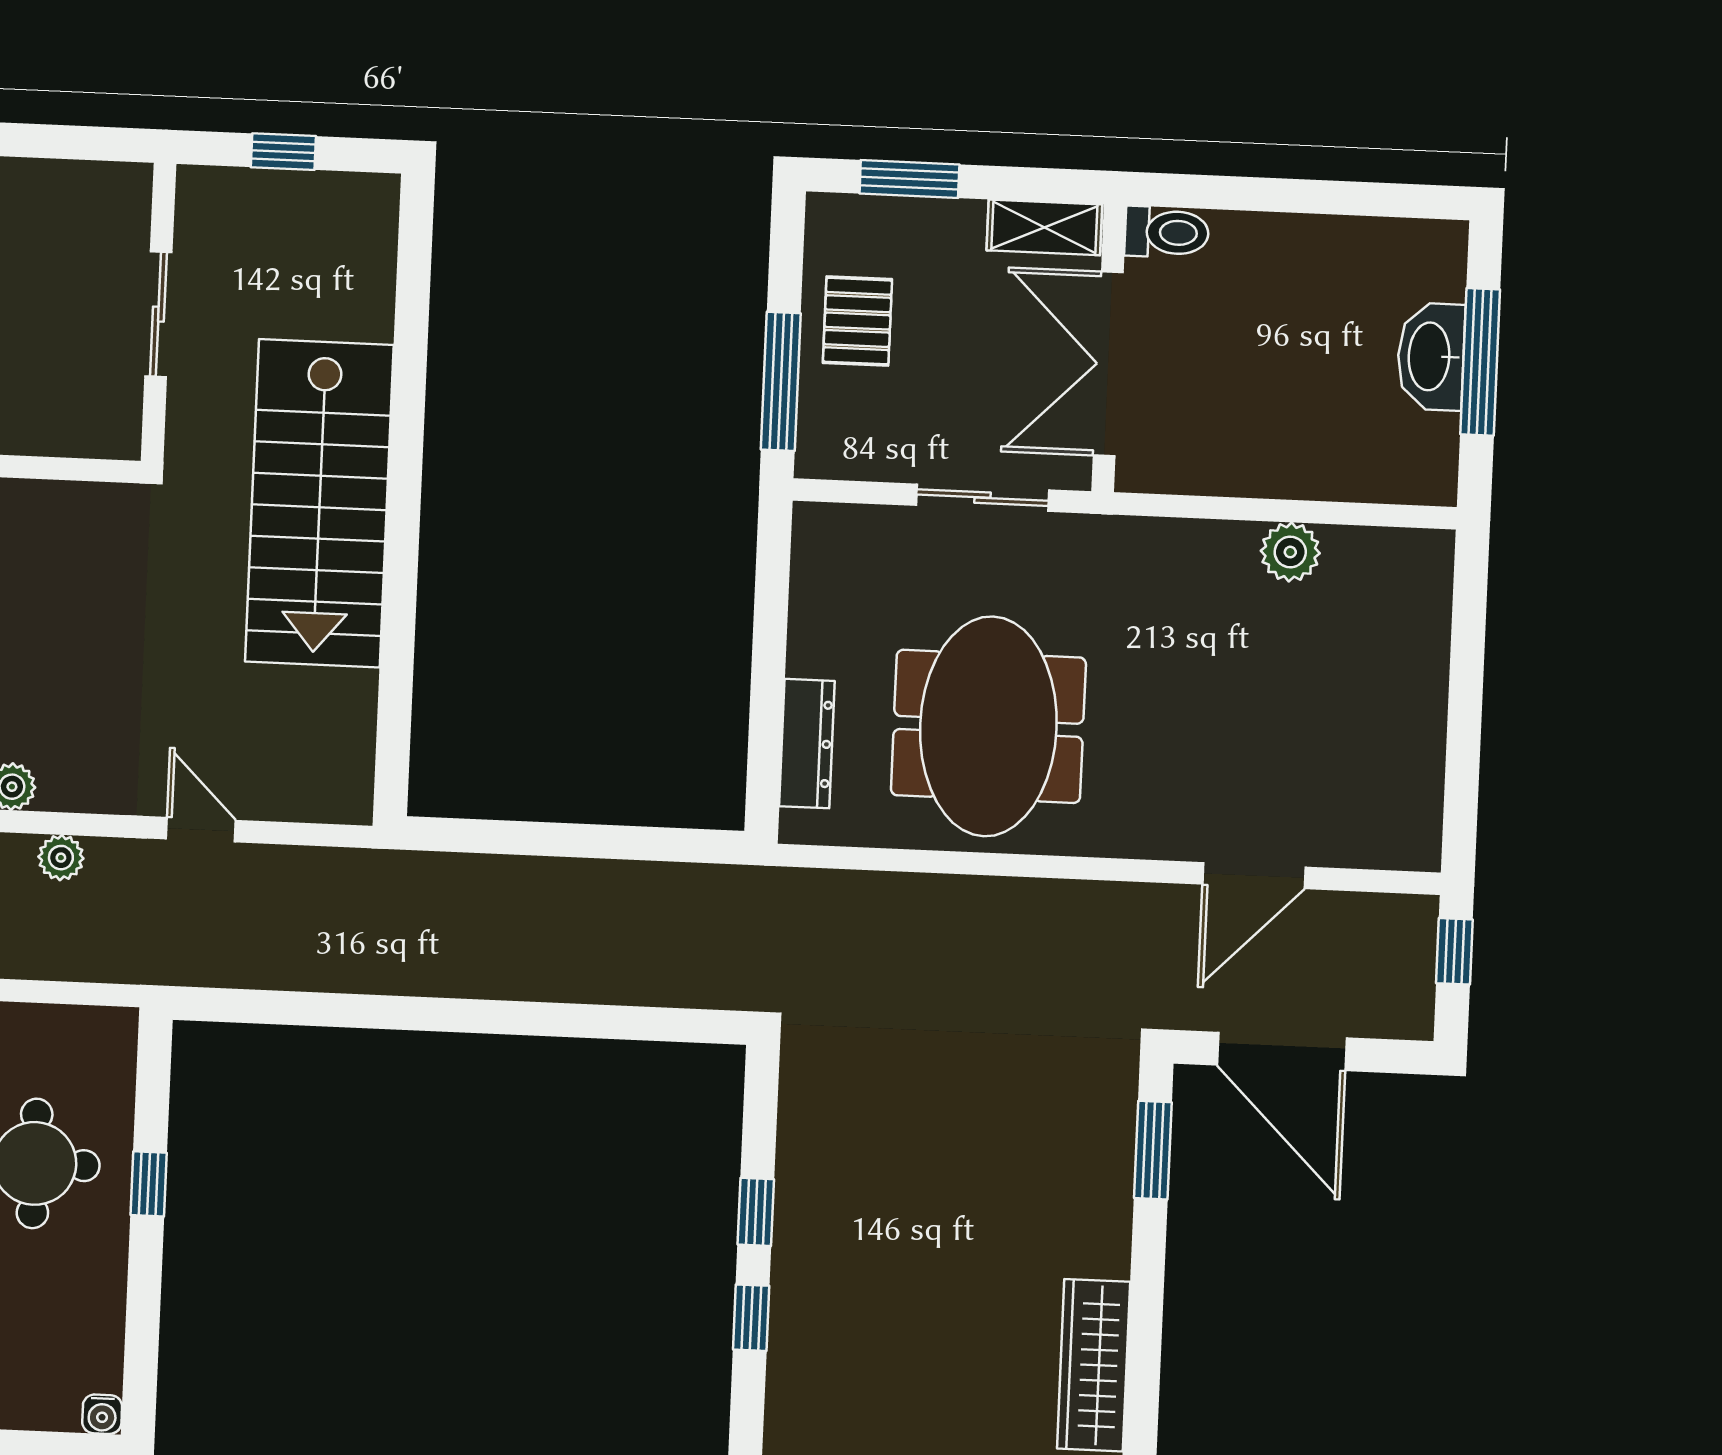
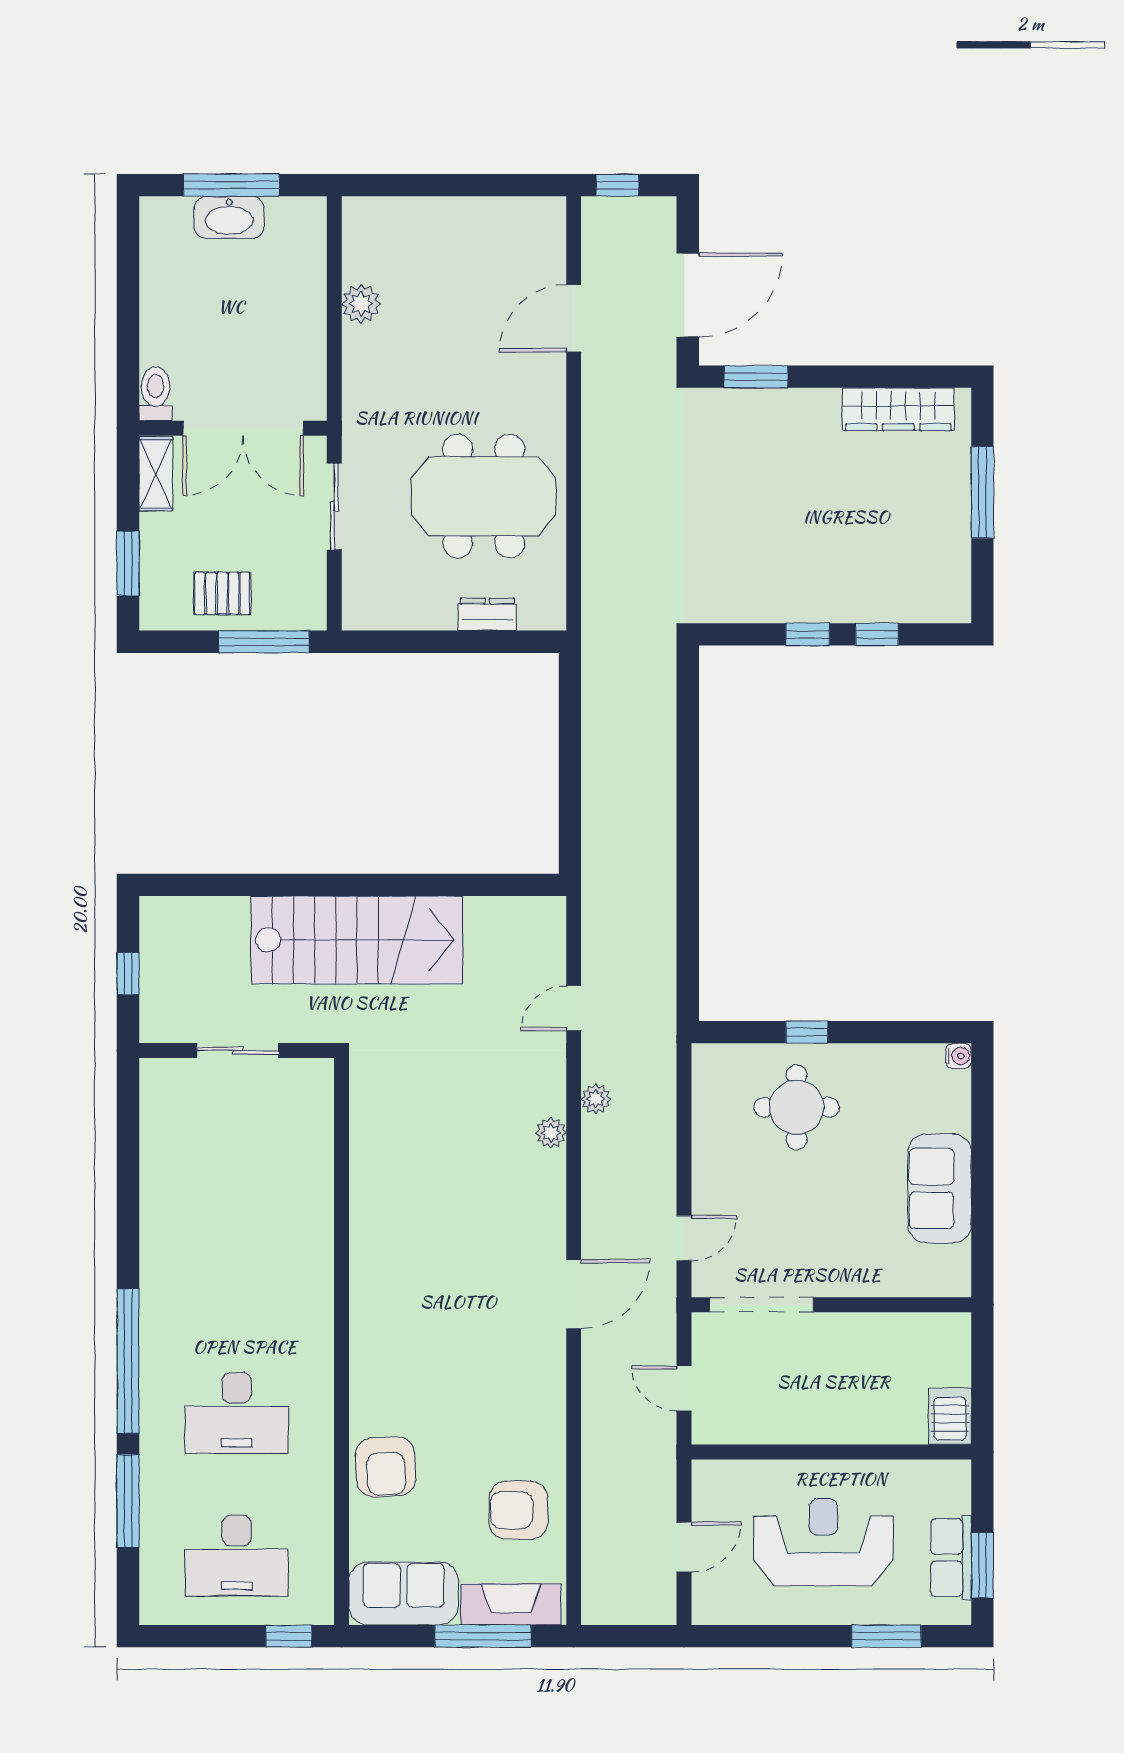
dresser: (807, 744) -> (487, 614), width x0.70
door: (1254, 876) -> (574, 318), swing flipped

